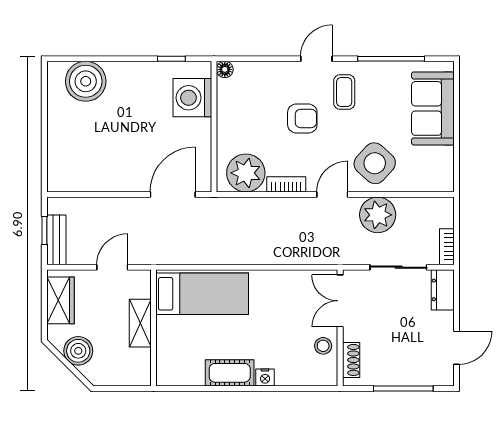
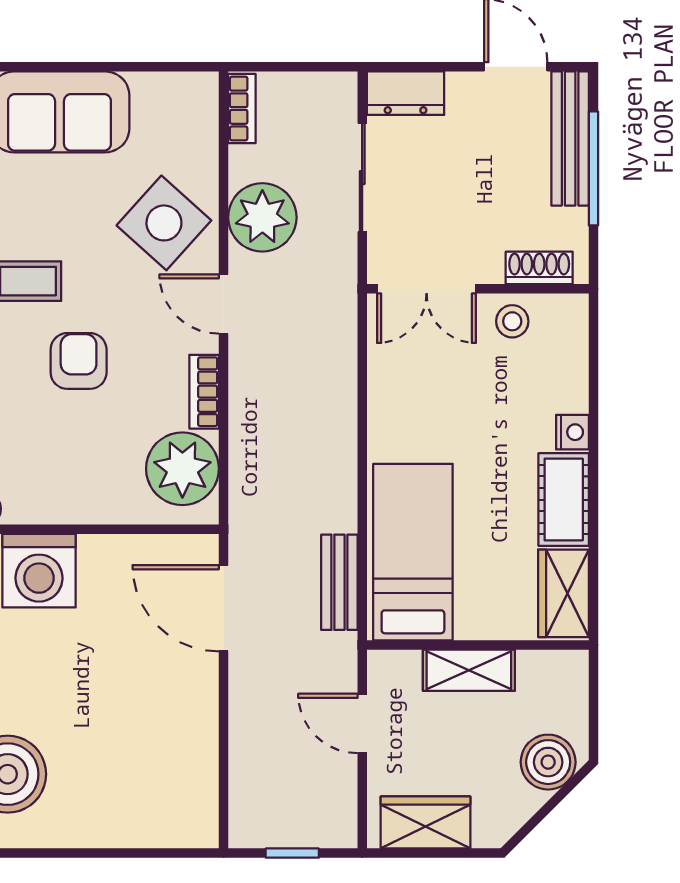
bench: (56, 240) -> (339, 582), moved, turned 90
bookcase: (447, 247) -> (242, 109), moved, turned -90
boiler: (78, 351) -> (548, 762), moved
wardrobe: (181, 373) -> (563, 593), added
bench: (419, 376) -> (570, 138), added

